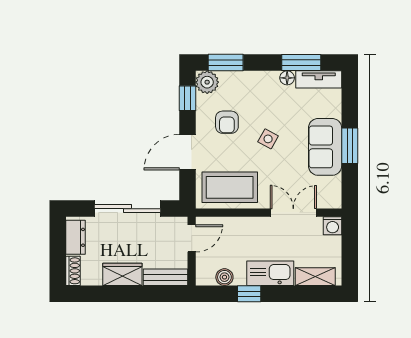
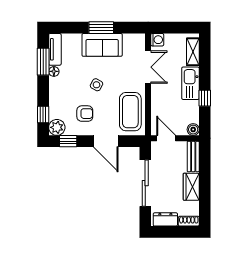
window: (226, 63) -> (43, 114), width x0.67
double door: (293, 213) -> (148, 67), swing flipped
boiler: (224, 277) -> (193, 130), moved

